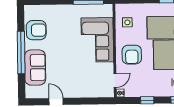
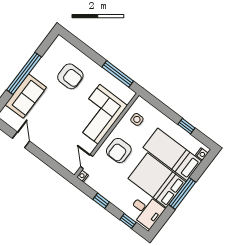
armchair: (36, 30) -> (70, 76), moved
door: (115, 80) -> (87, 162), swing flipped

